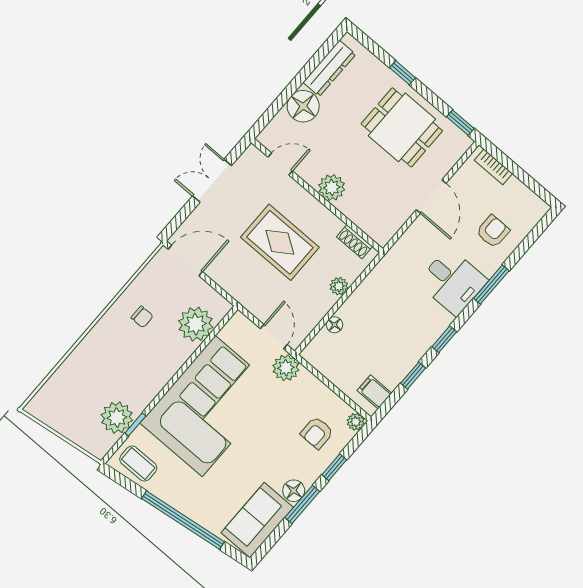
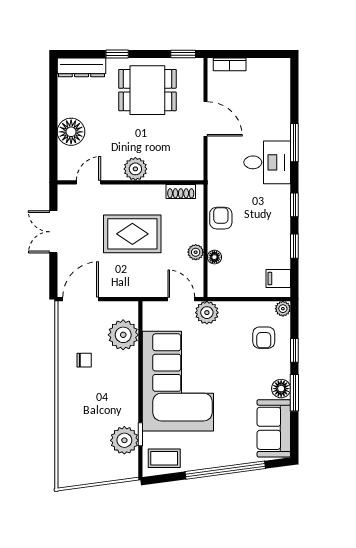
dresser: (329, 68) -> (82, 67), moved, turned 90
armchair: (493, 231) -> (221, 218), moved
plant: (339, 286) -> (196, 252), moved

